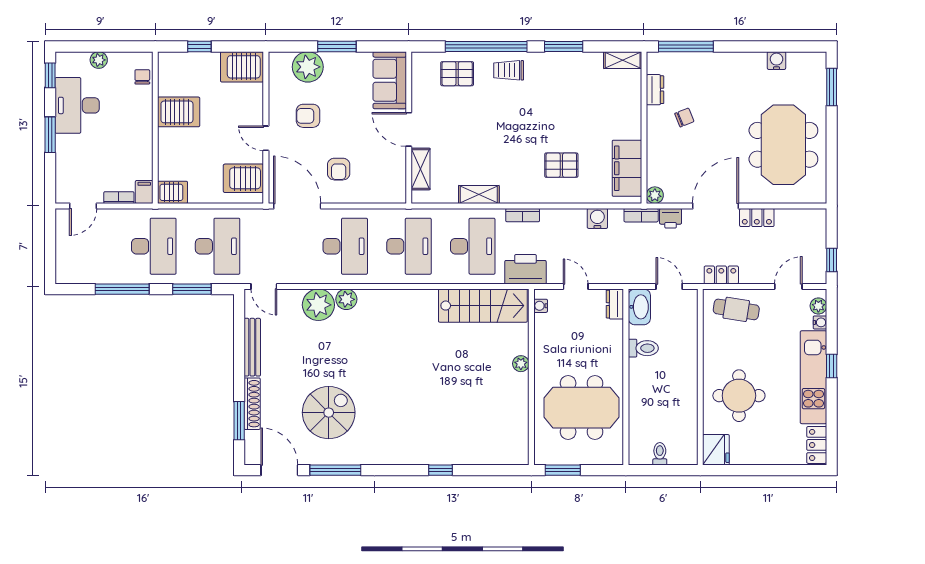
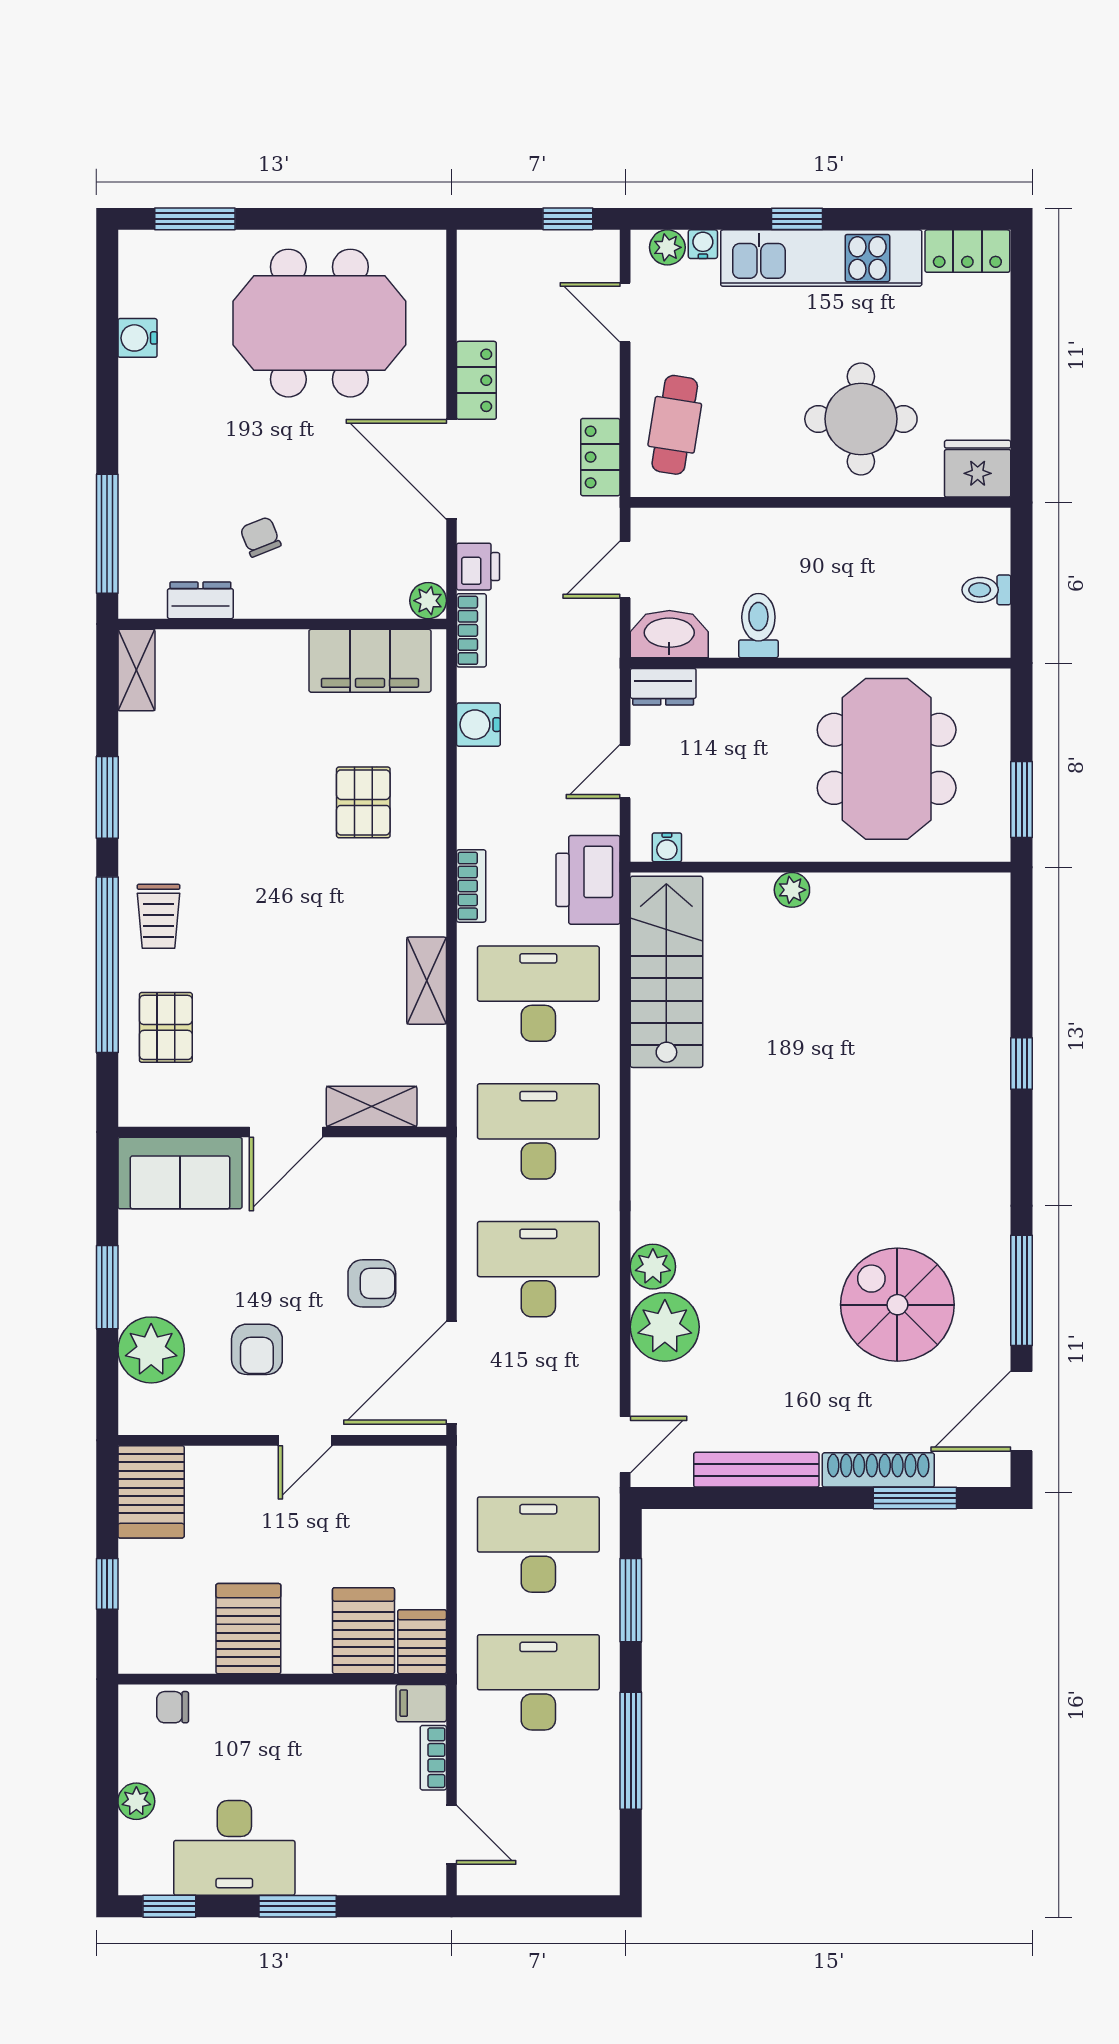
server rack: (243, 178) -> (364, 1631), moved, turned 180

